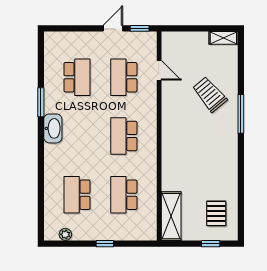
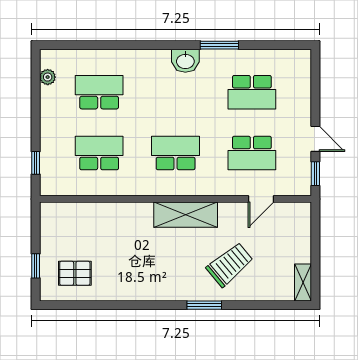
school desk: (124, 77) -> (252, 153), turned 180
window: (241, 114) -> (204, 305), width x0.69
washbasin: (53, 128) -> (185, 61), width x0.72
shelving: (171, 216) -> (186, 215), moved
window: (105, 244) -> (36, 163), moved

